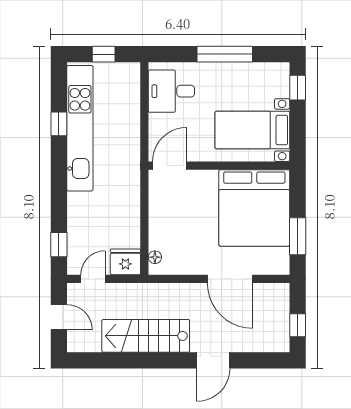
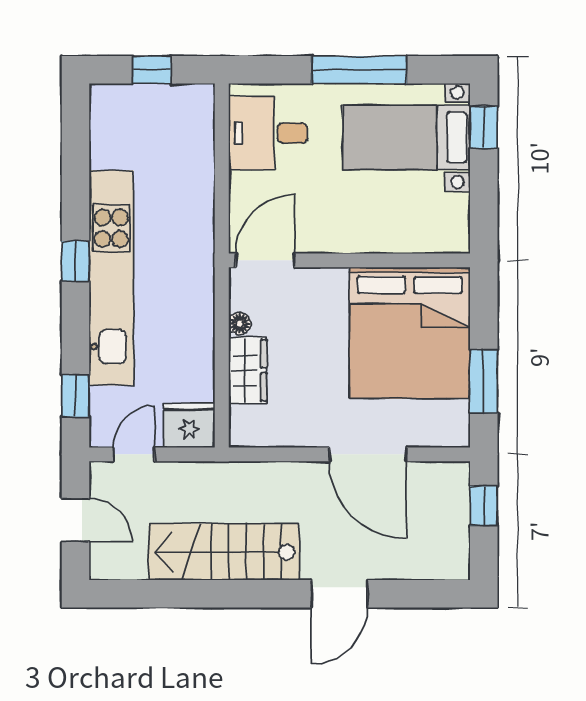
window: (59, 124) -> (75, 261), moved
kitchen unit: (80, 128) -> (111, 278), moved
bed with nightstands: (252, 130) -> (406, 137), moved
wardrobe: (160, 230) -> (248, 370), added
floor lamp: (155, 257) -> (240, 324), moved
window: (298, 325) -> (484, 506), moved

